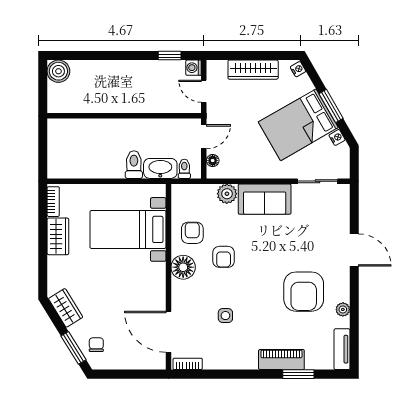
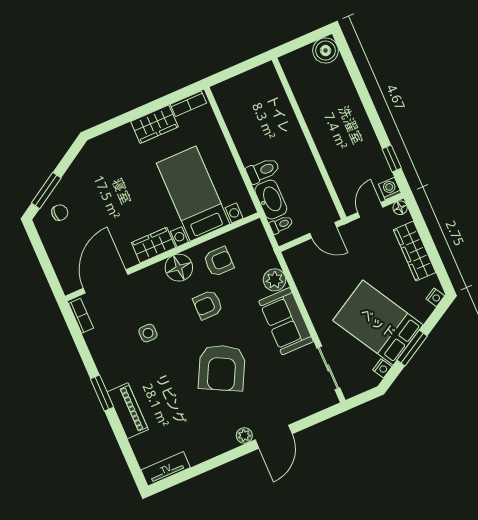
floor lamp: (213, 161) -> (400, 208), moved
armchair: (304, 292) -> (222, 368), moved, turned -63
wardrobe: (66, 308) -> (153, 245), moved, turned -148
plant: (343, 309) -> (244, 436), moved
window: (298, 374) -> (102, 393), moved

